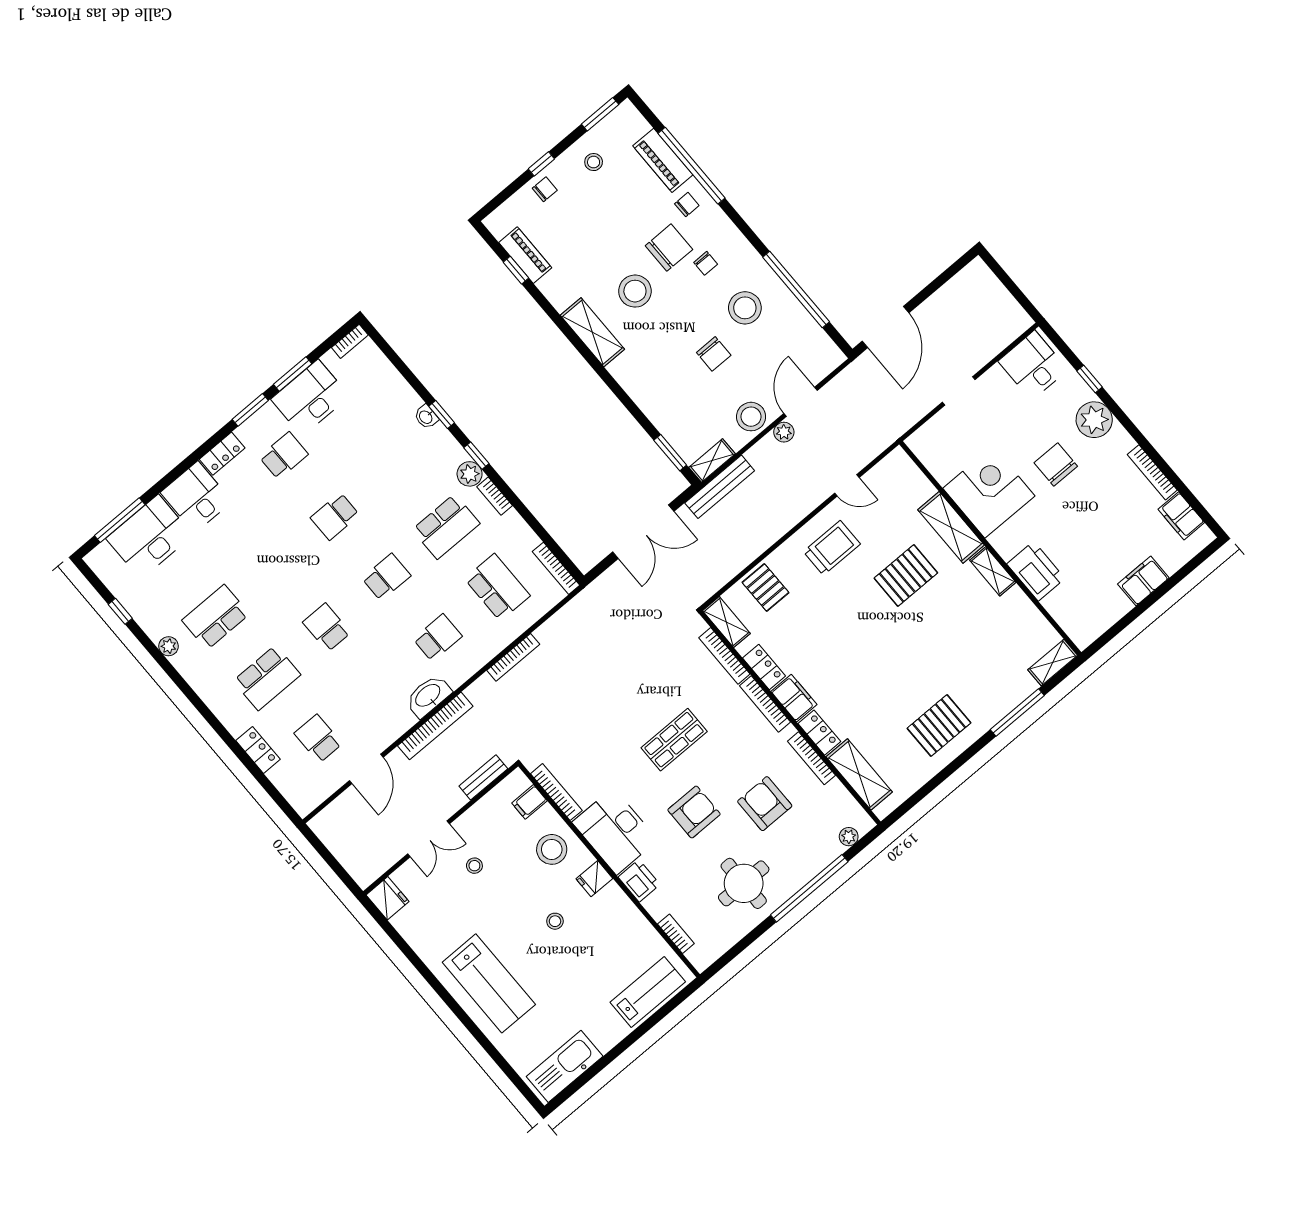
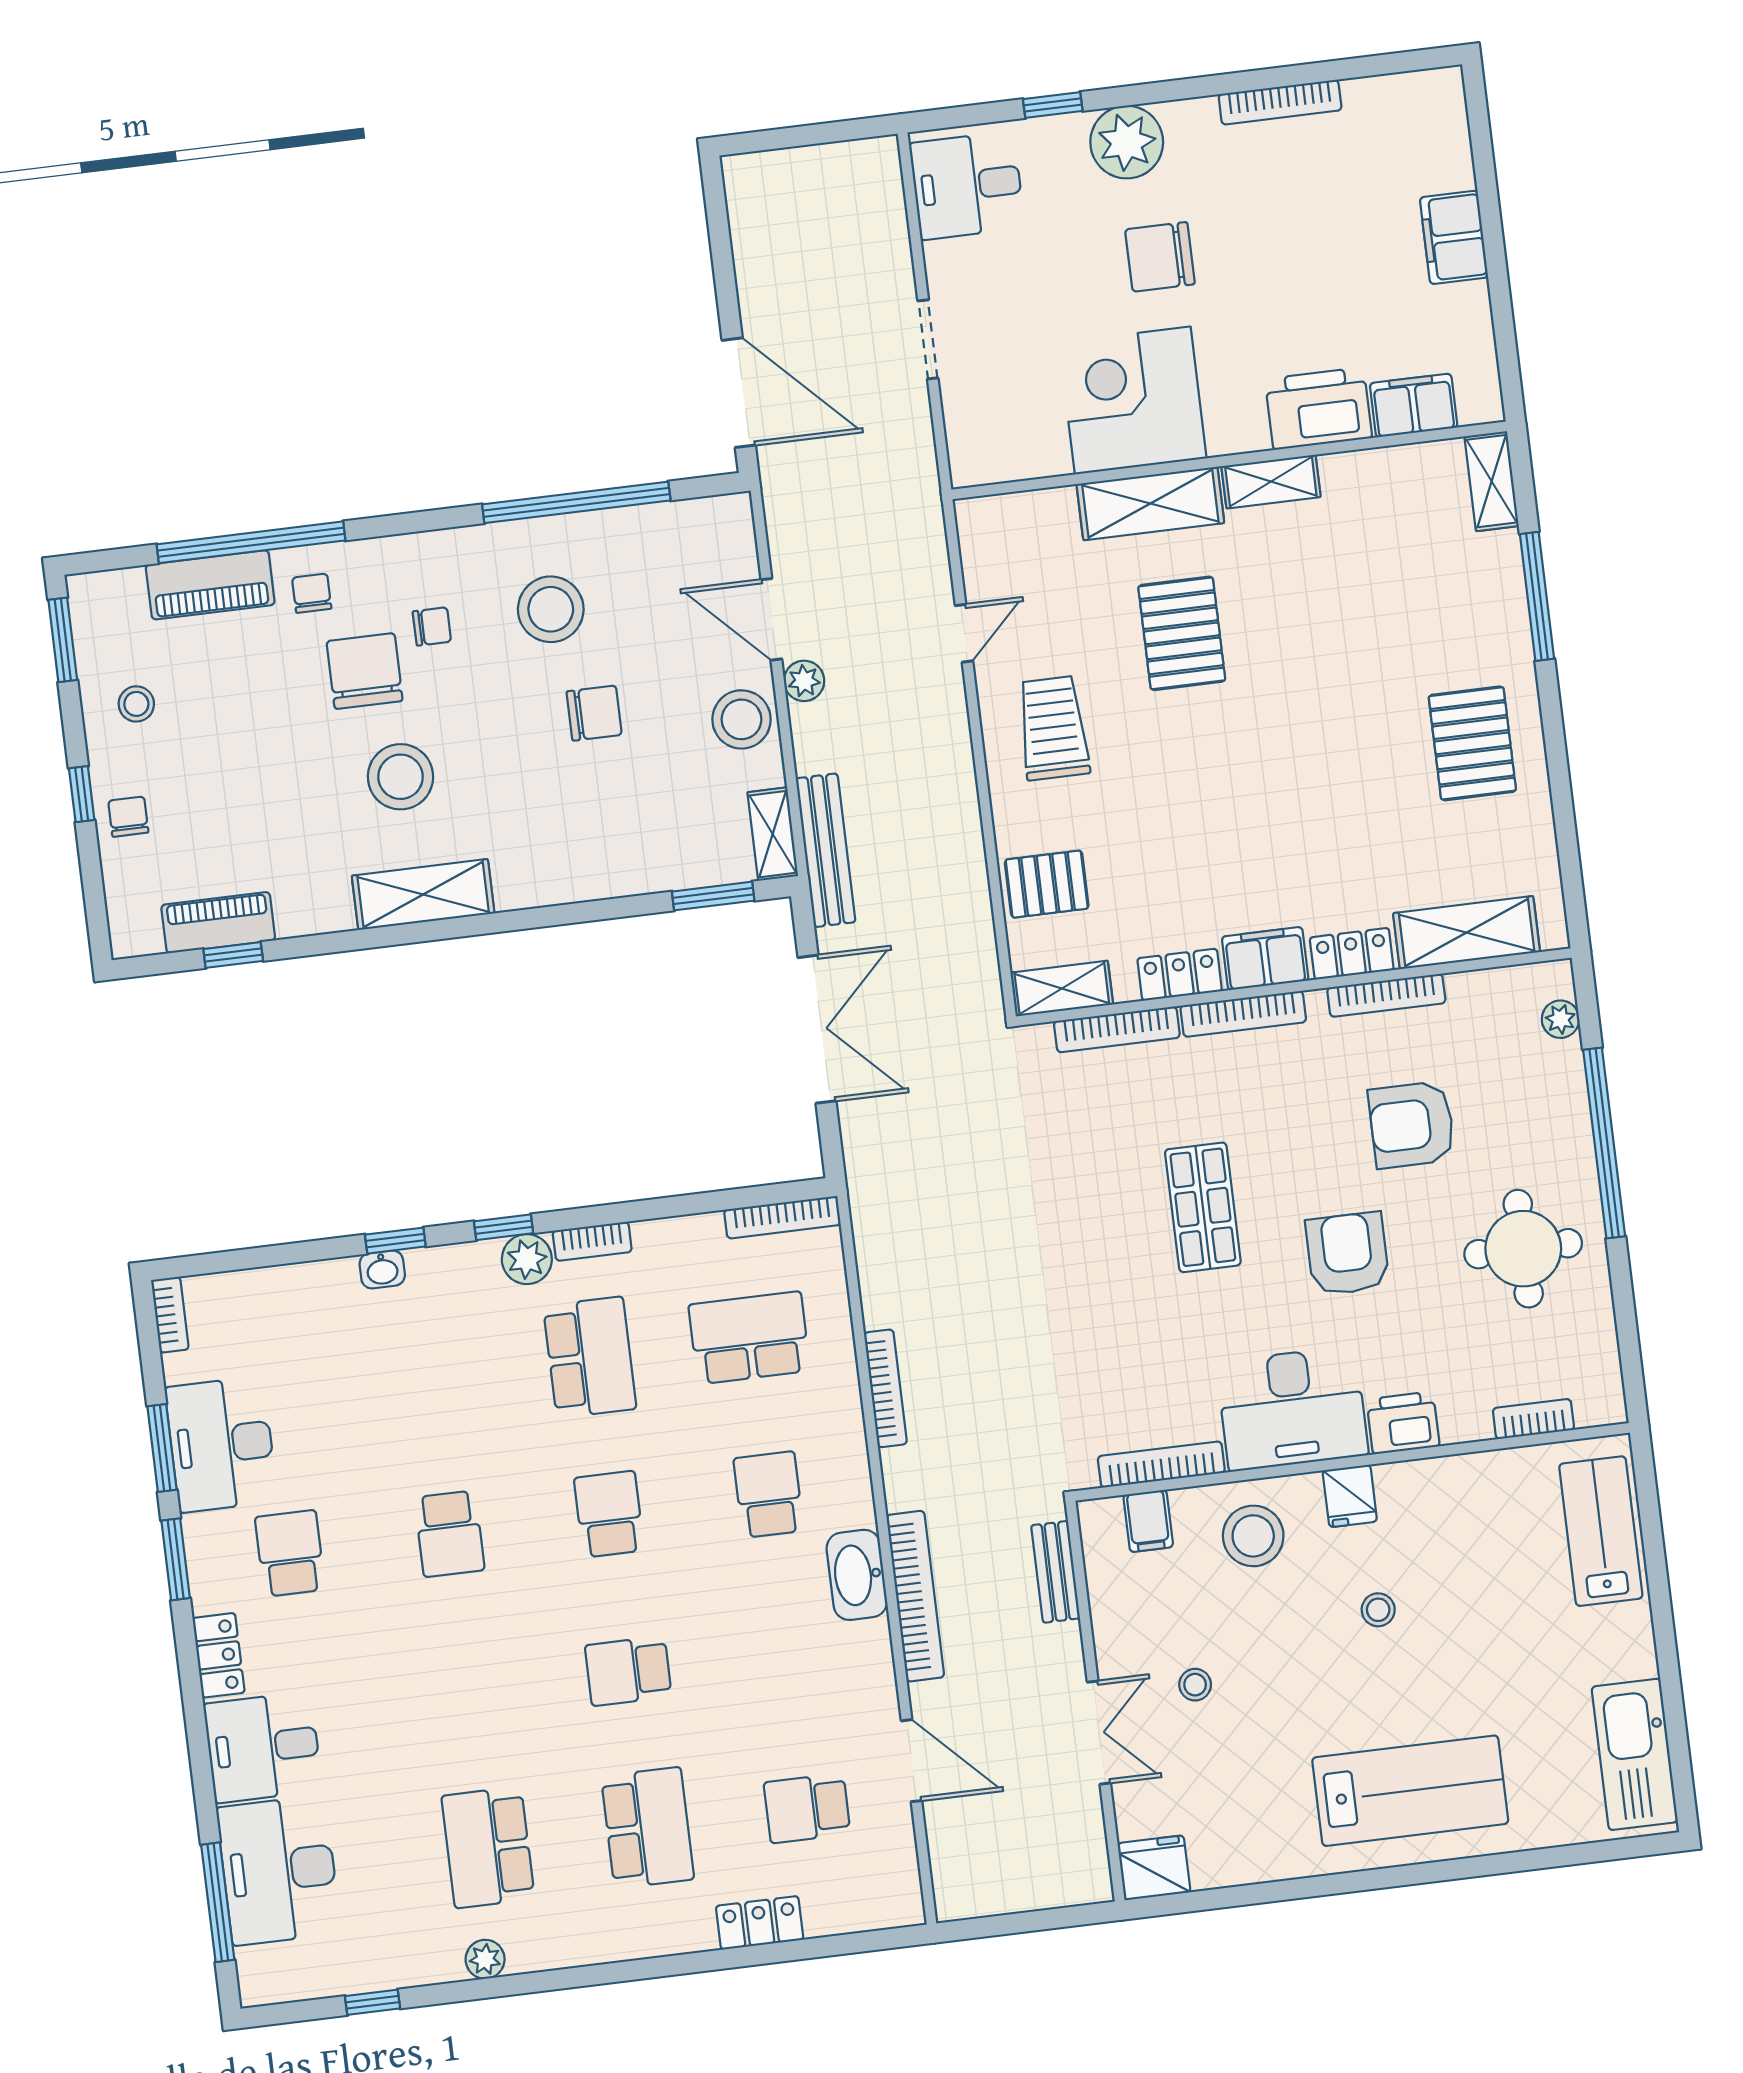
filing cabinet: (1181, 516) -> (1414, 405), moved, turned 180

